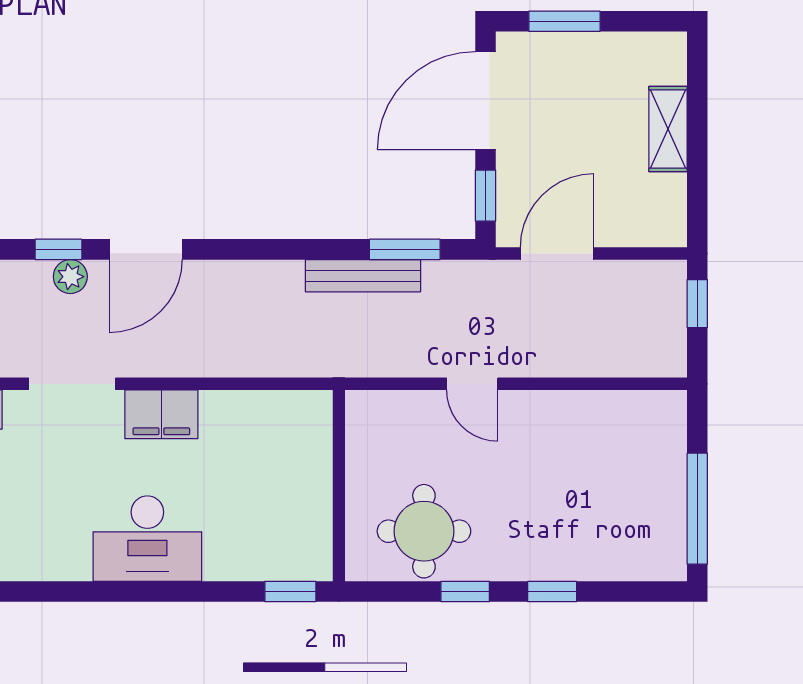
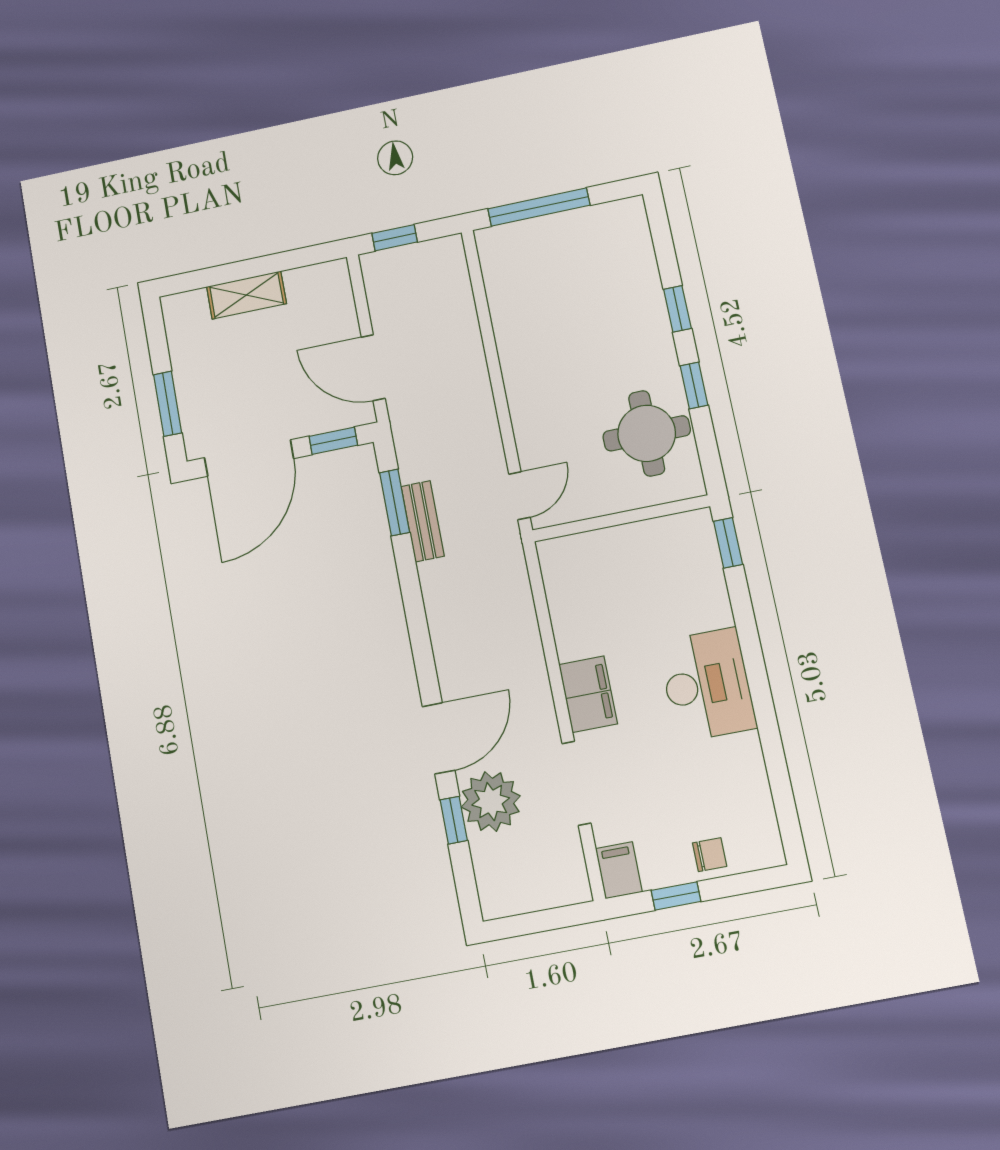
door: (485, 101) -> (249, 458), hinge flipped
door: (146, 249) -> (439, 738), hinge flipped
bench: (363, 276) -> (423, 521), width x0.73
plant: (70, 277) -> (491, 801), width x1.88, depth x1.88
door: (472, 384) -> (519, 496), moved
window: (697, 509) -> (539, 207), moved

